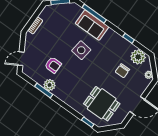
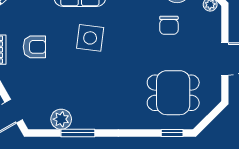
armchair: (53, 65) -> (34, 47), moved
plant: (50, 85) -> (61, 119), moved

